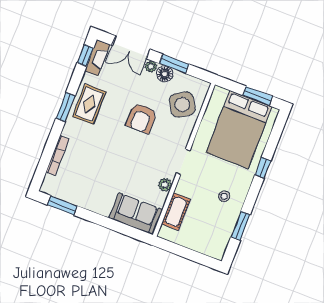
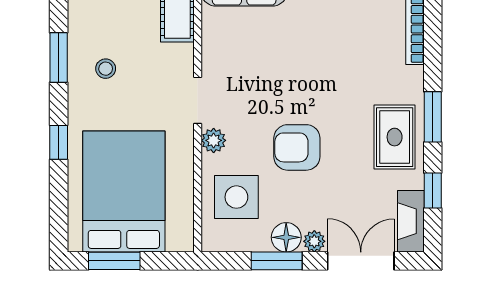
window: (85, 55) -> (433, 190), moved
side table: (182, 105) -> (236, 197), turned 31
armchair: (141, 118) -> (297, 147), turned -90
plant: (165, 185) -> (214, 140), moved
window: (241, 226) -> (59, 58), moved

